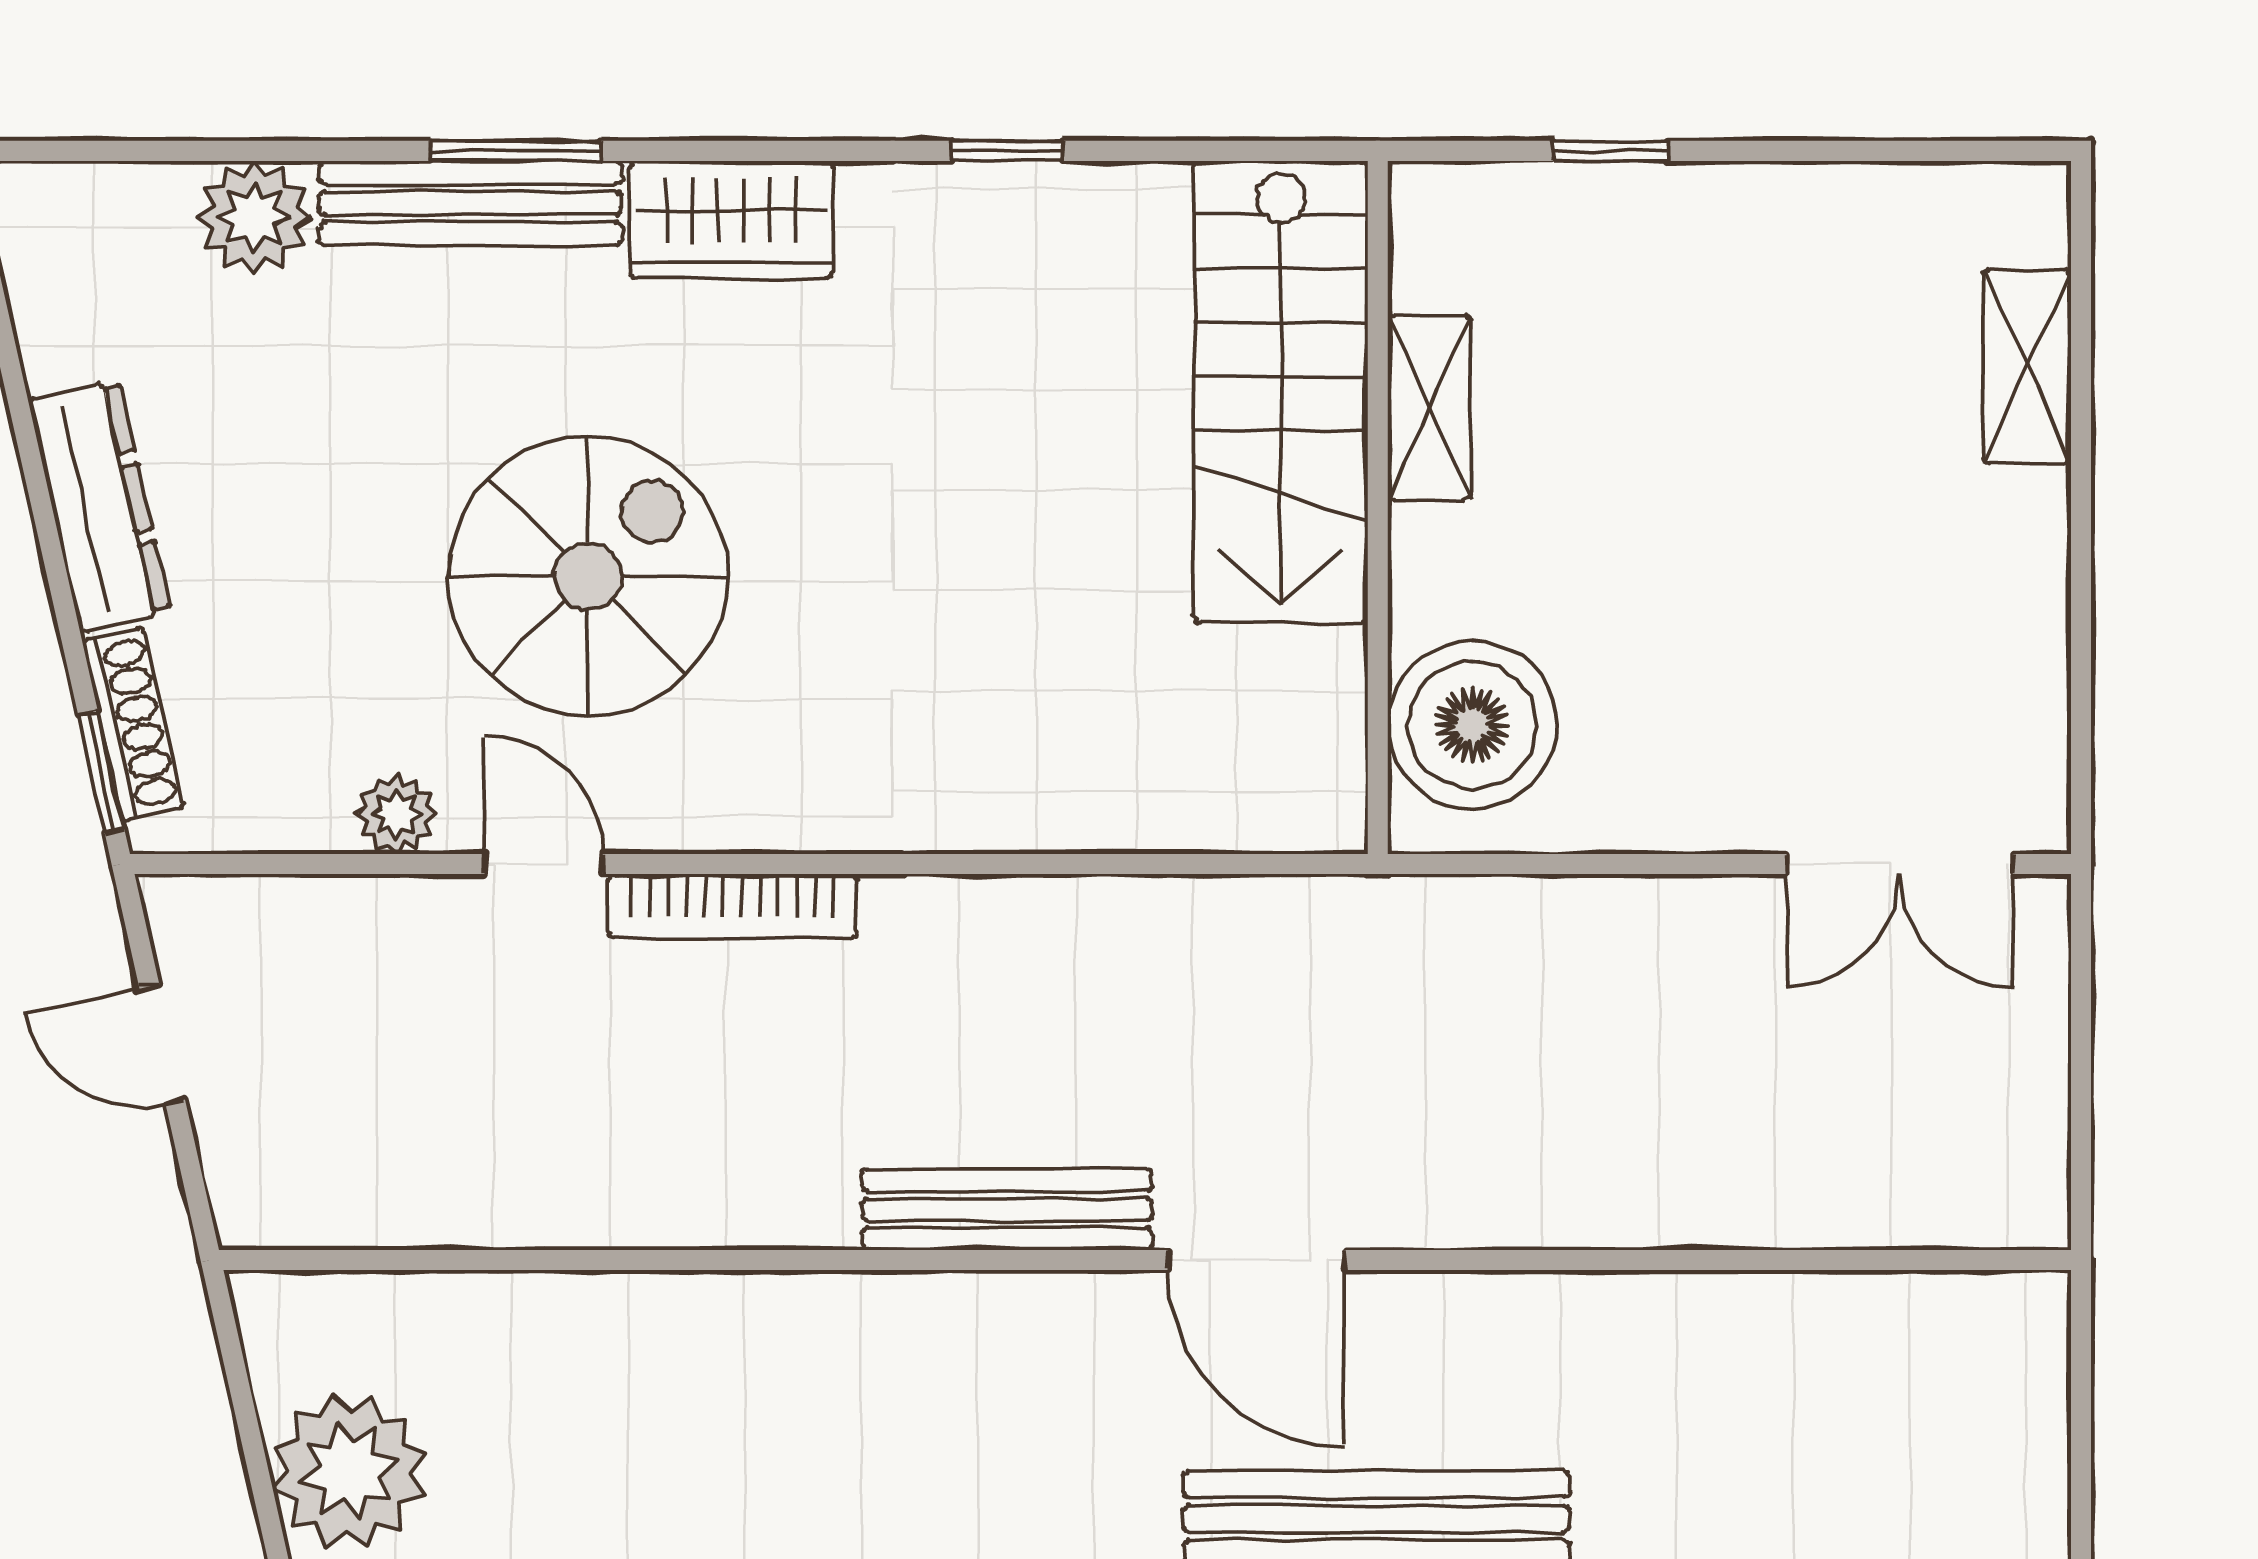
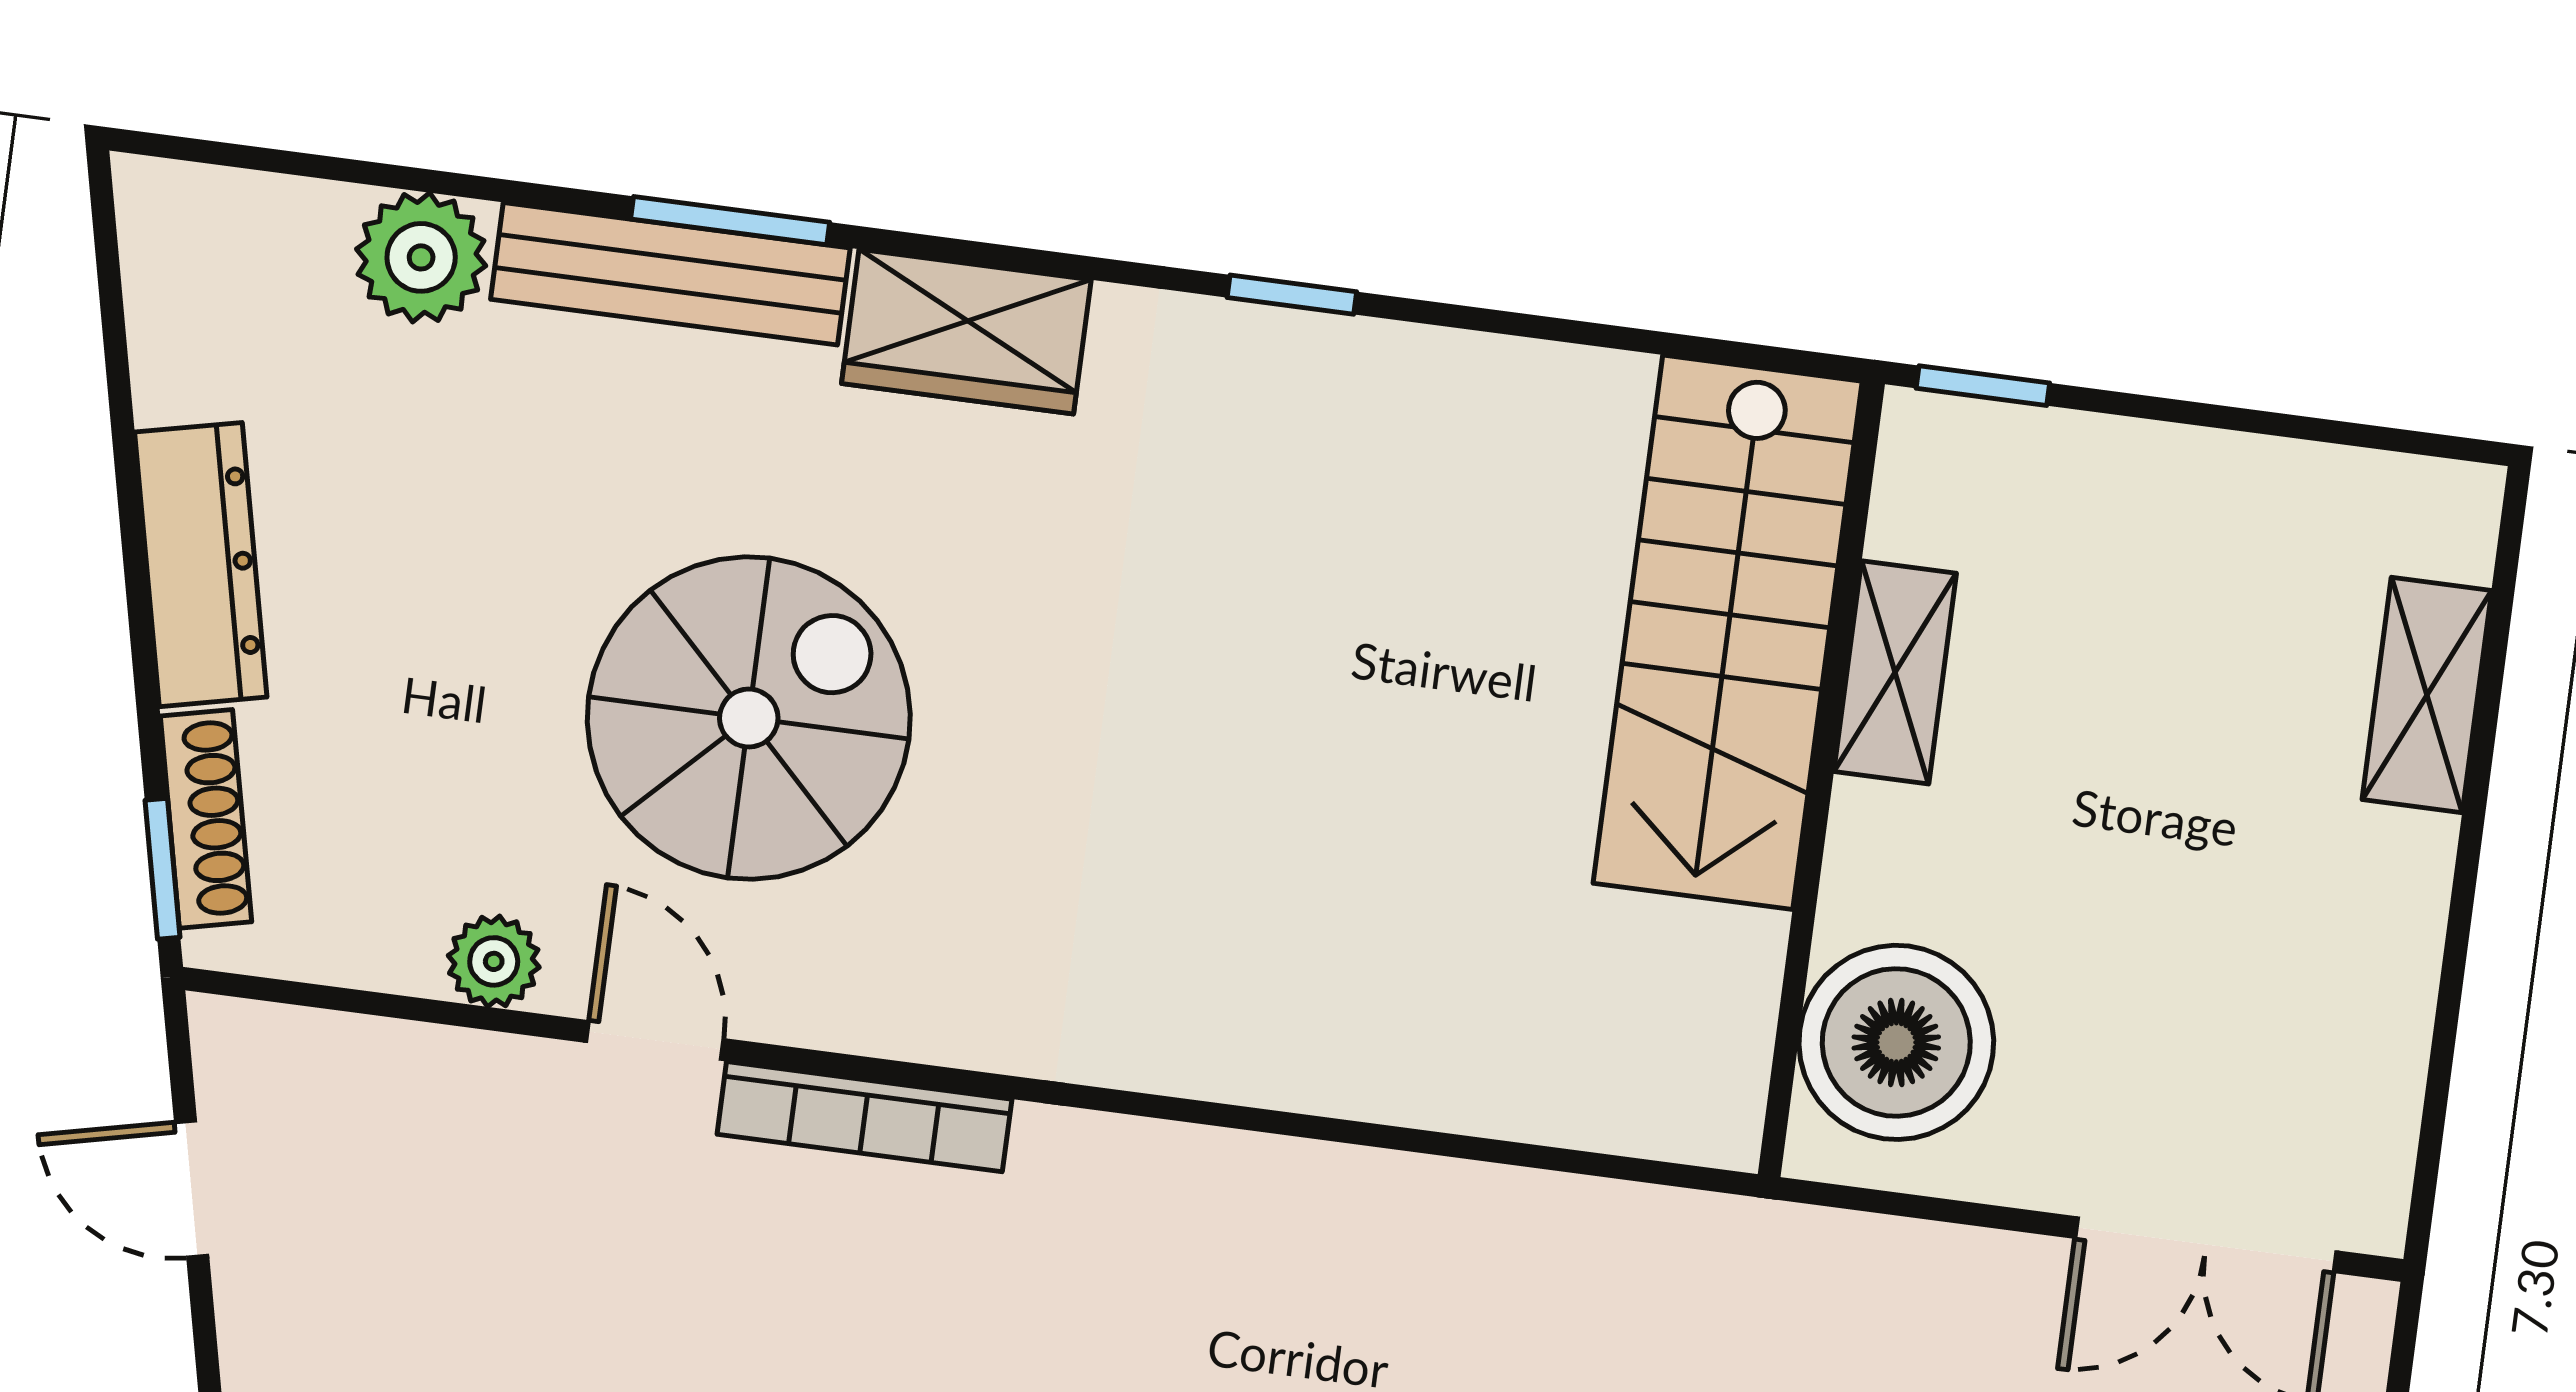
stairs: (1281, 392) -> (1728, 632), moved
shelving: (1429, 407) -> (1895, 672), moved
wall: (1378, 507) -> (1821, 779), moved
boiler: (1472, 725) -> (1896, 1042), moved

